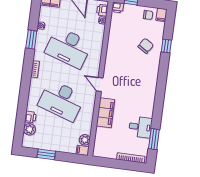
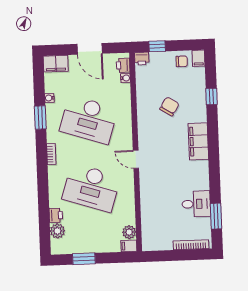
chair: (146, 46) -> (169, 106), moved
filing cabinet: (106, 113) -> (198, 141), moved, turned 180

